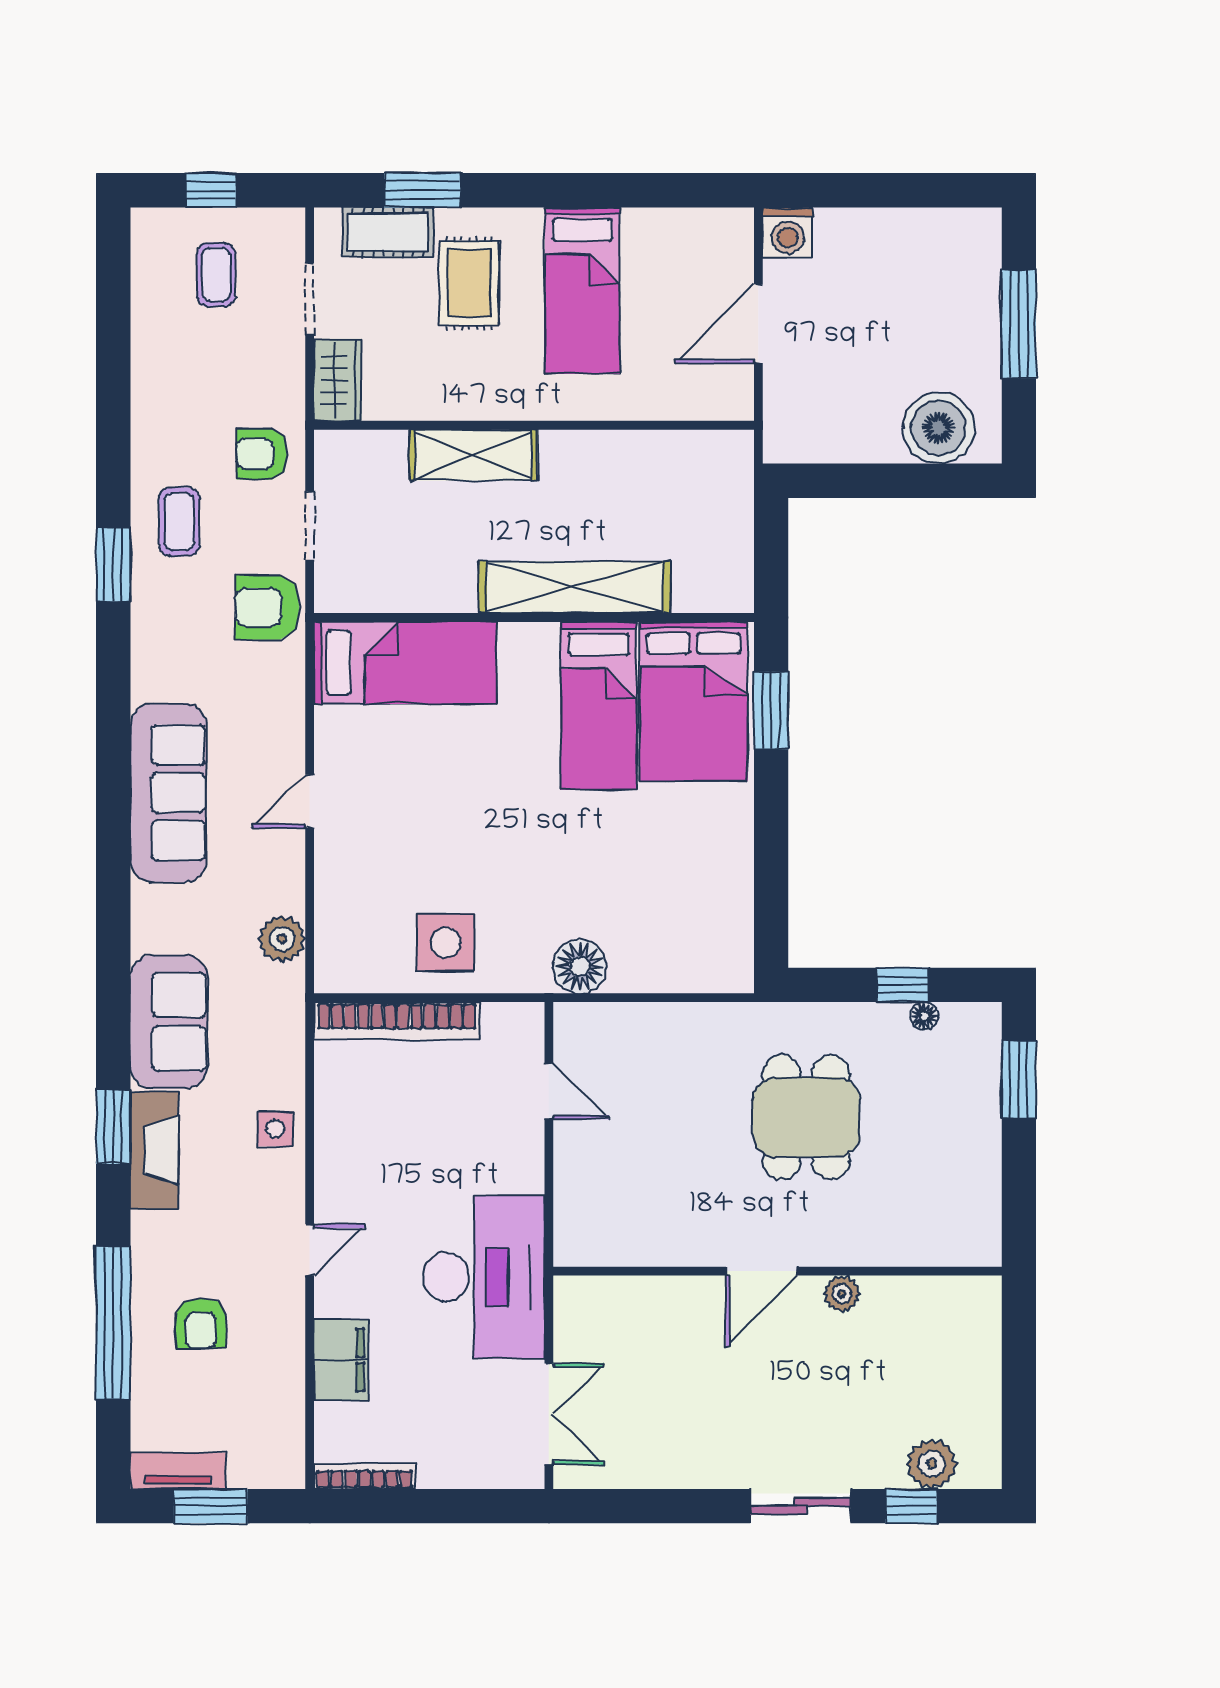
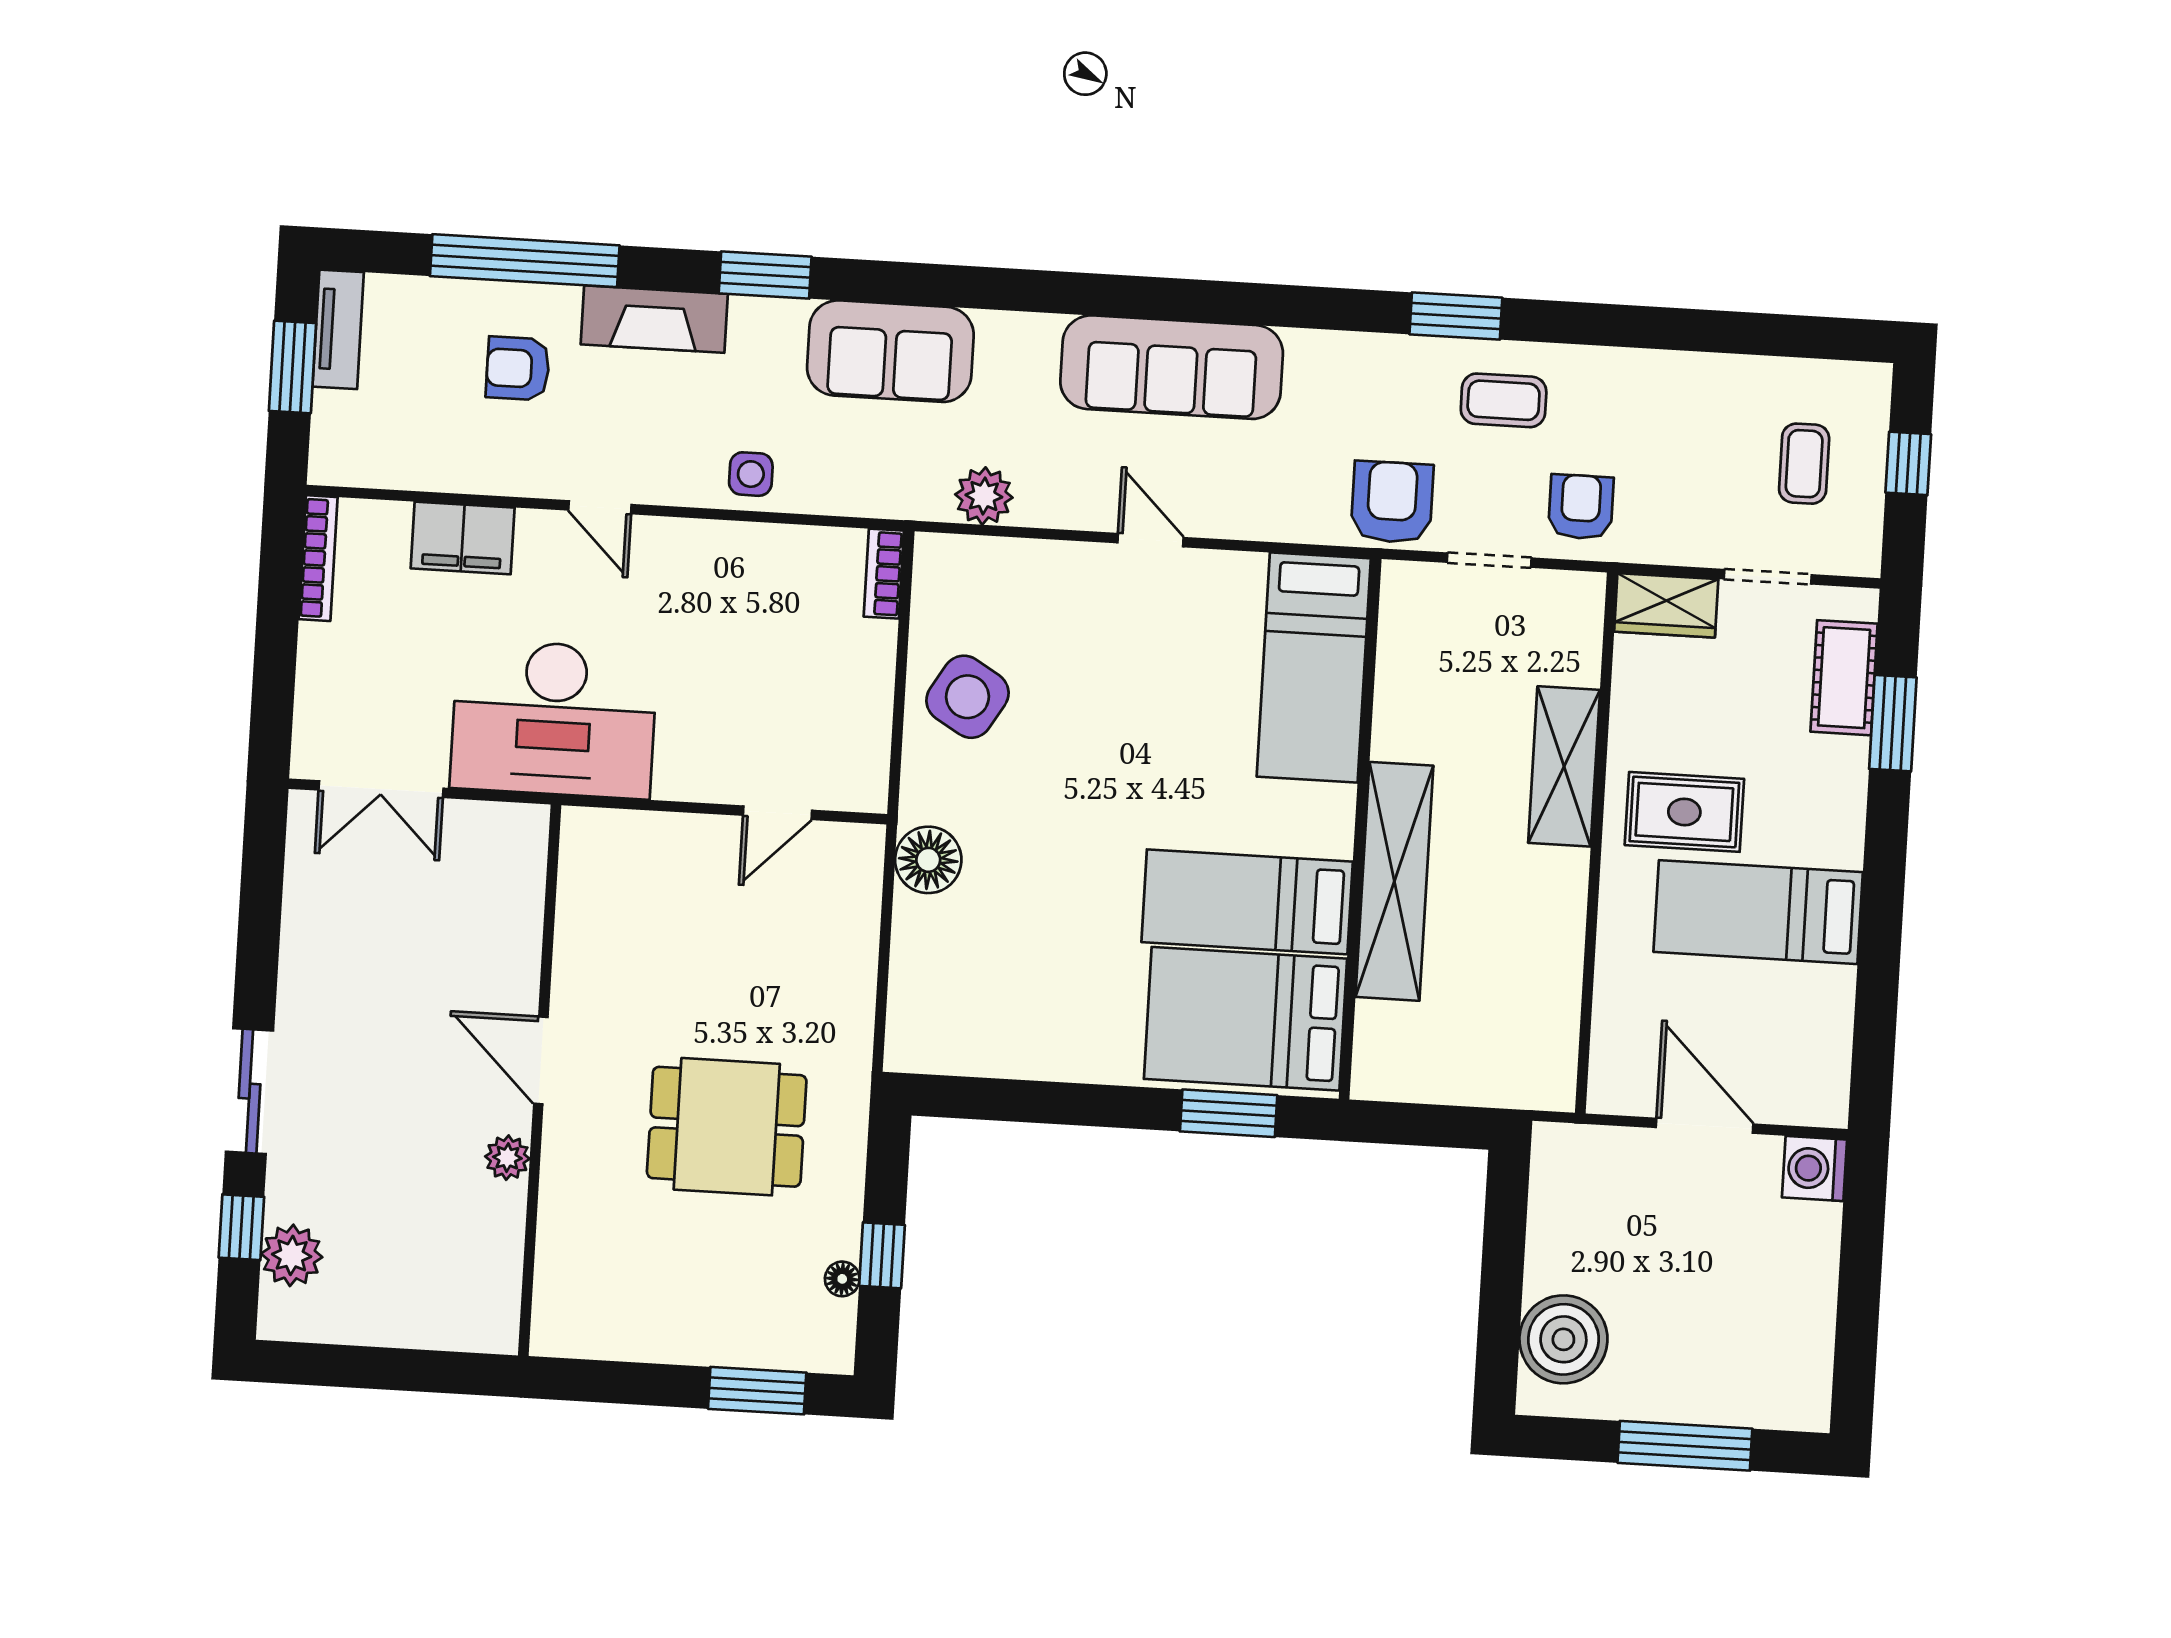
coffee table: (216, 275) -> (1804, 464), turned 90
rug: (469, 283) -> (1684, 812), moved
side table: (446, 942) -> (967, 697), turned 31
bookcase: (397, 1021) -> (884, 574), width x0.43, depth x0.76
fireplace: (154, 1151) -> (654, 319), moved

